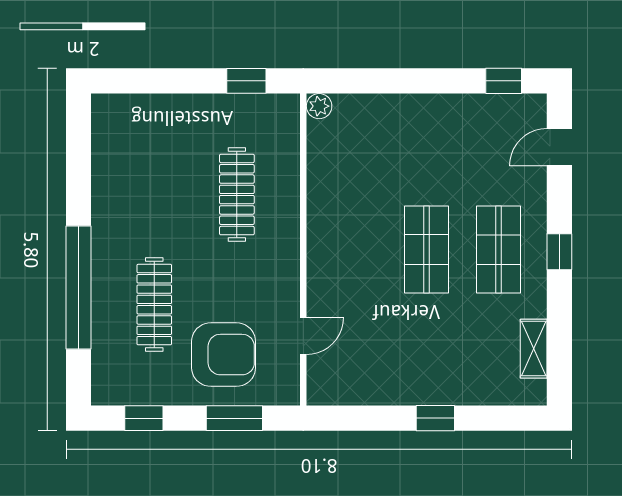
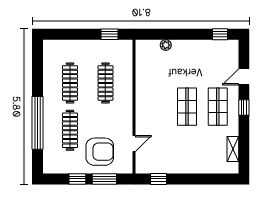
plant: (319, 106) -> (166, 45), moved
door: (559, 147) -> (244, 77), moved
clothes rail: (154, 195) -> (70, 83), added
window: (144, 418) -> (77, 179), moved
window: (435, 418) -> (159, 179), moved

